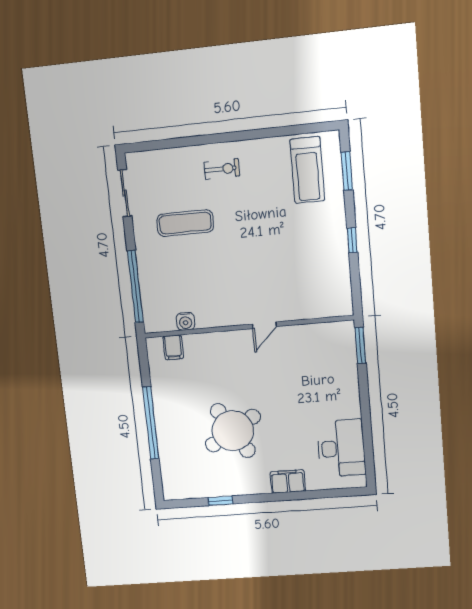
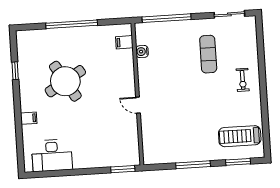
window: (352, 240) -> (193, 165), width x2.17
filing cabinet: (288, 481) -> (29, 118), width x0.50

